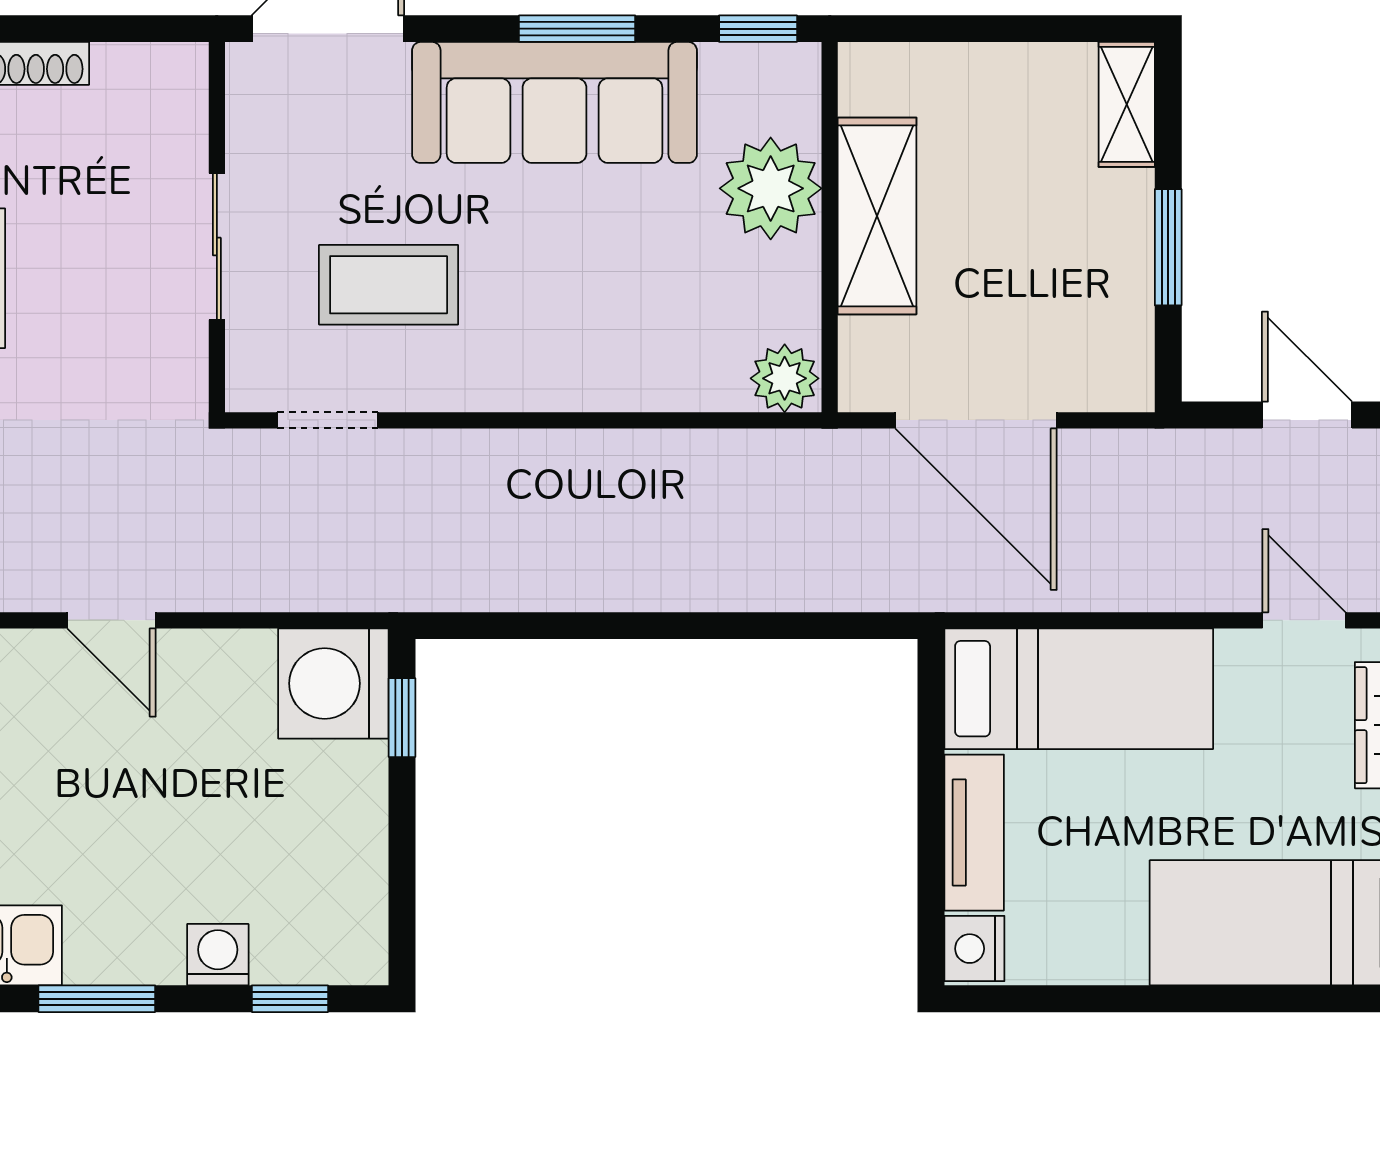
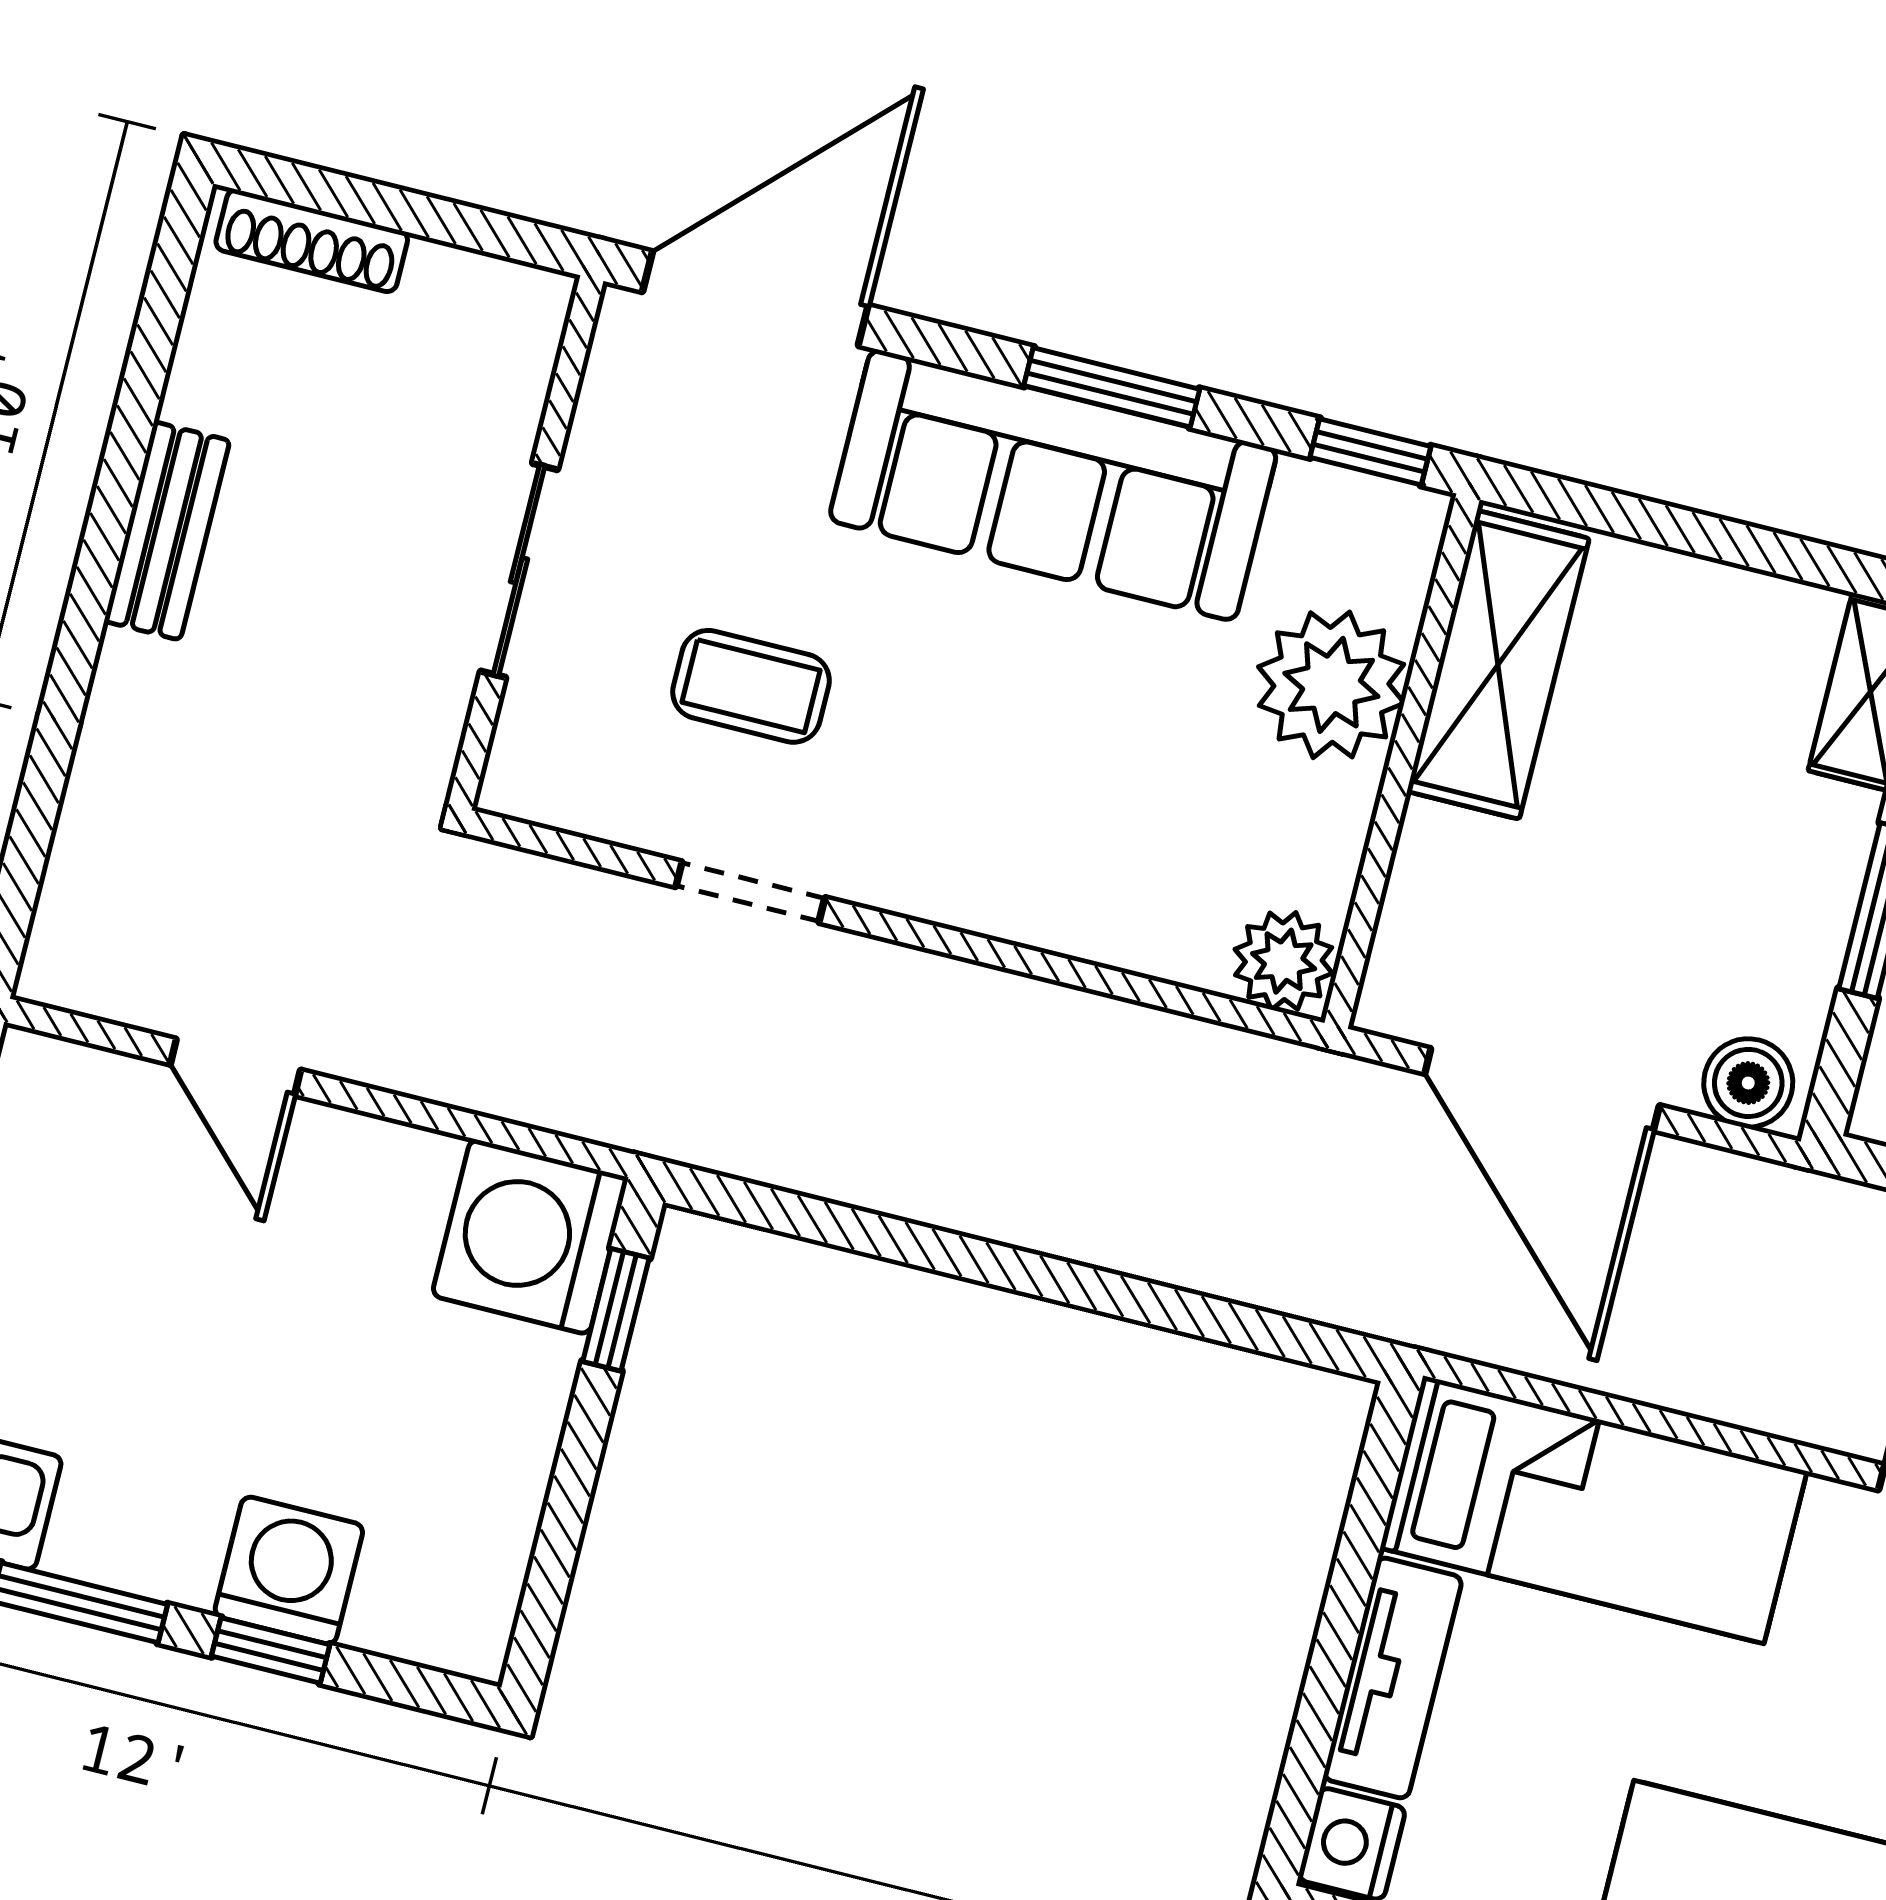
shelving: (877, 216) -> (1498, 665), moved
coffee table: (389, 285) -> (751, 686), width x0.73, depth x0.77
boiler: (1111, 382) -> (1748, 1083), added
doorway: (328, 420) -> (750, 892), moved
washing machine: (218, 955) -> (289, 1570), width x1.38, depth x1.38
window: (290, 999) -> (271, 1650), moved

